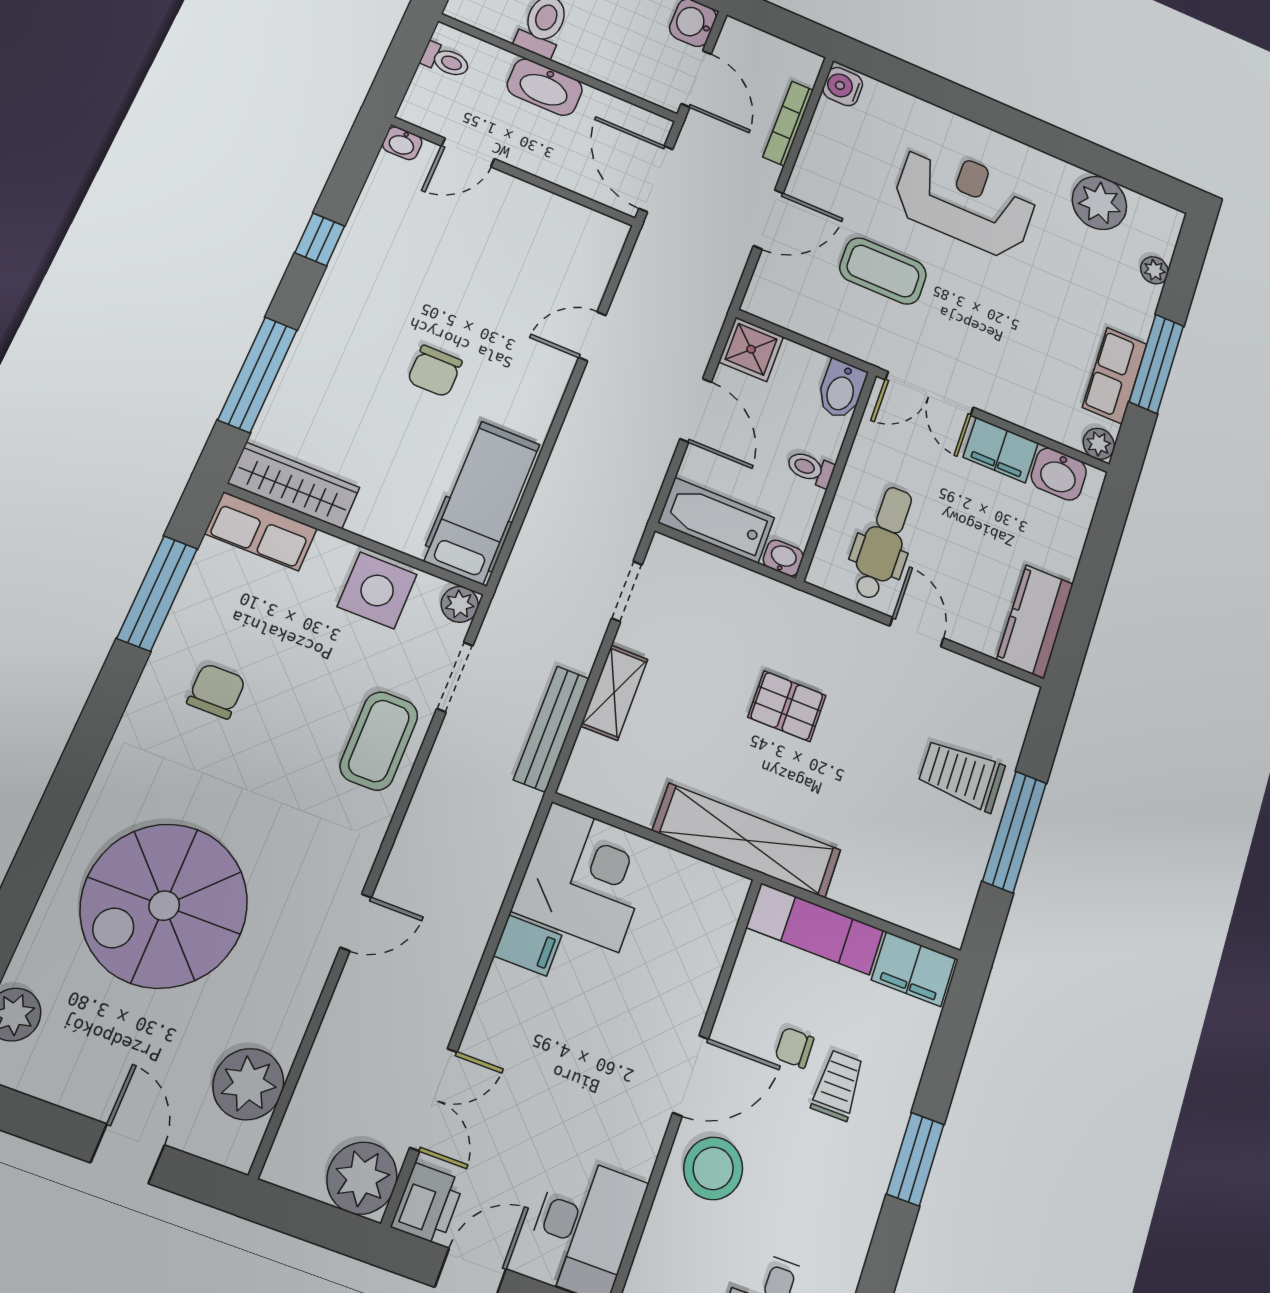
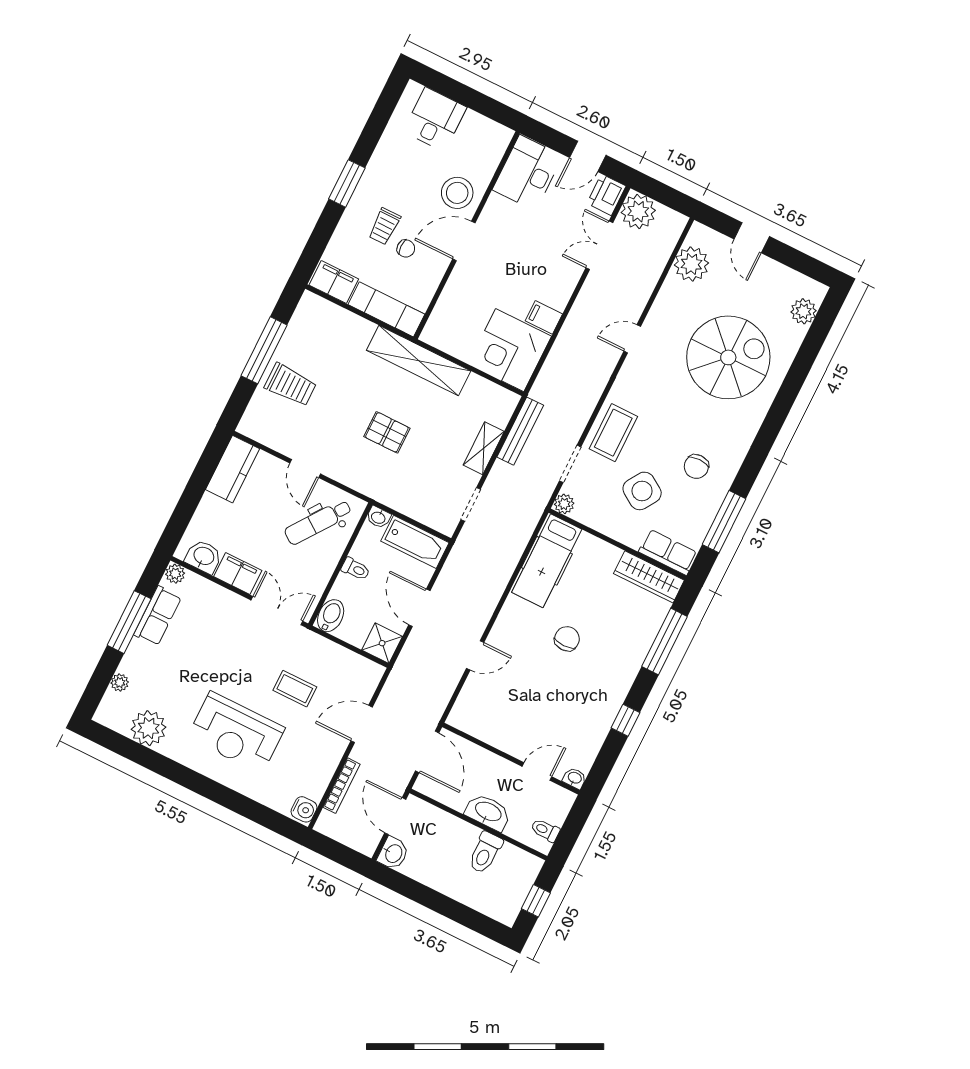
coffee table: (883, 271) -> (295, 689), width x0.73, depth x0.77
dental chair: (883, 543) -> (318, 522), turned 36
side table: (377, 590) -> (642, 491), moved, turned 33

